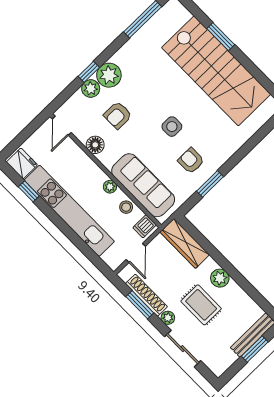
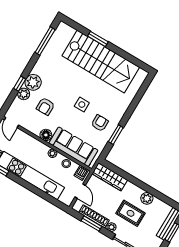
floor lamp: (95, 145) -> (46, 135), moved
armchair: (191, 161) -> (100, 123), turned 90
plant: (220, 278) -> (147, 198), moved

